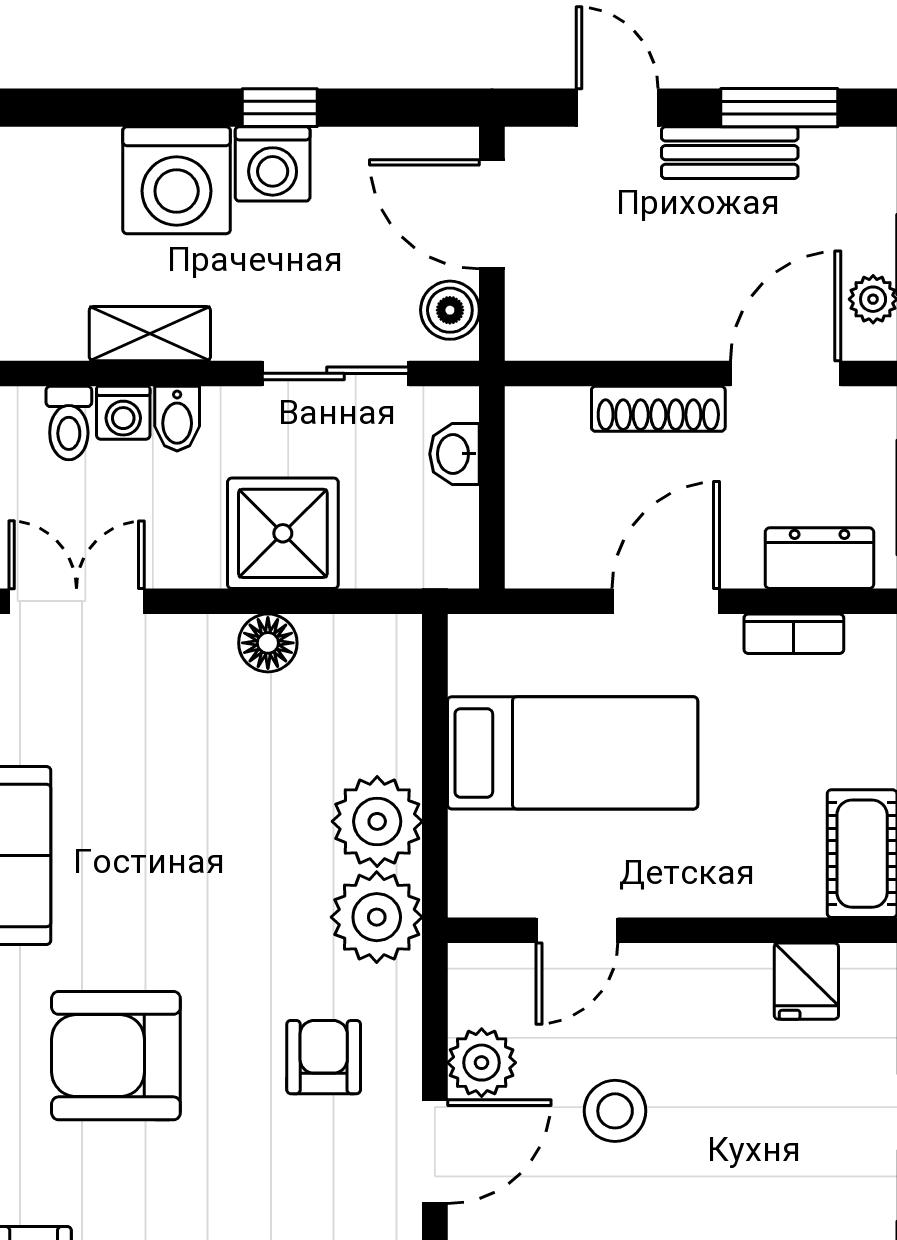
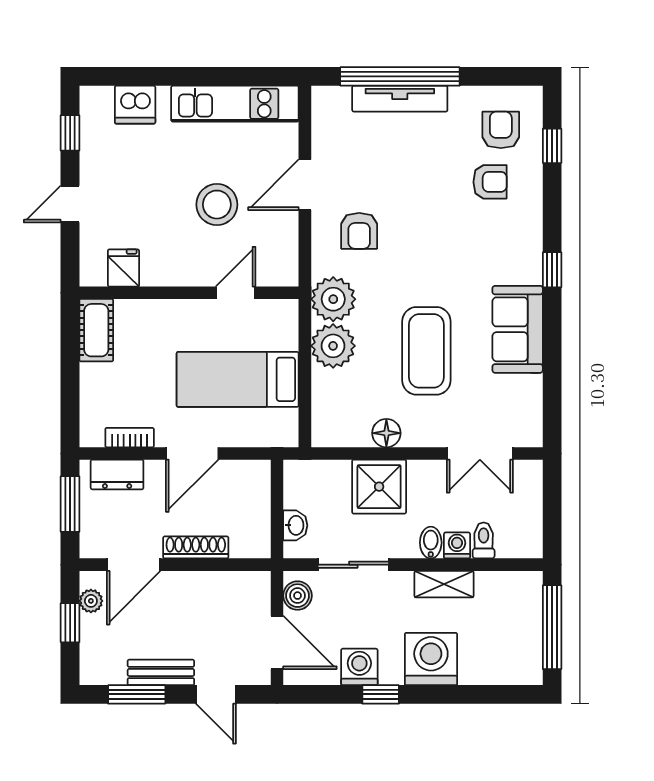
washing machine: (273, 164) -> (359, 667), moved
coffee table: (186, 811) -> (426, 351), added
armchair: (116, 1056) -> (490, 182), moved, width x0.53, depth x0.53
plant: (482, 1063) -> (282, 228), removed
stool: (615, 1111) -> (217, 205), width x1.38, depth x1.38

